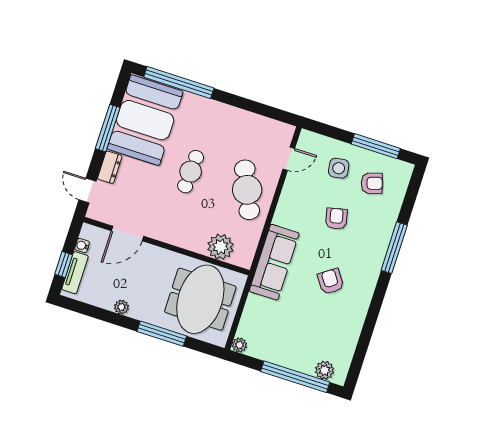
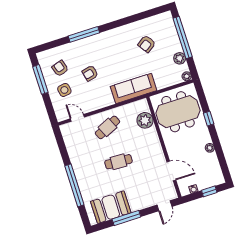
window: (179, 83) -> (74, 185), moved
booth: (145, 120) -> (111, 207), width x0.73, depth x0.70
dresser: (110, 167) -> (145, 203), removed
cafe table: (247, 190) -> (107, 127), width x0.73, depth x0.74
tv unit: (75, 273) -> (209, 183), removed
armchair: (331, 281) -> (147, 44), moved
window: (162, 334) -> (209, 119), width x0.46
plant: (325, 370) -> (180, 58), moved

